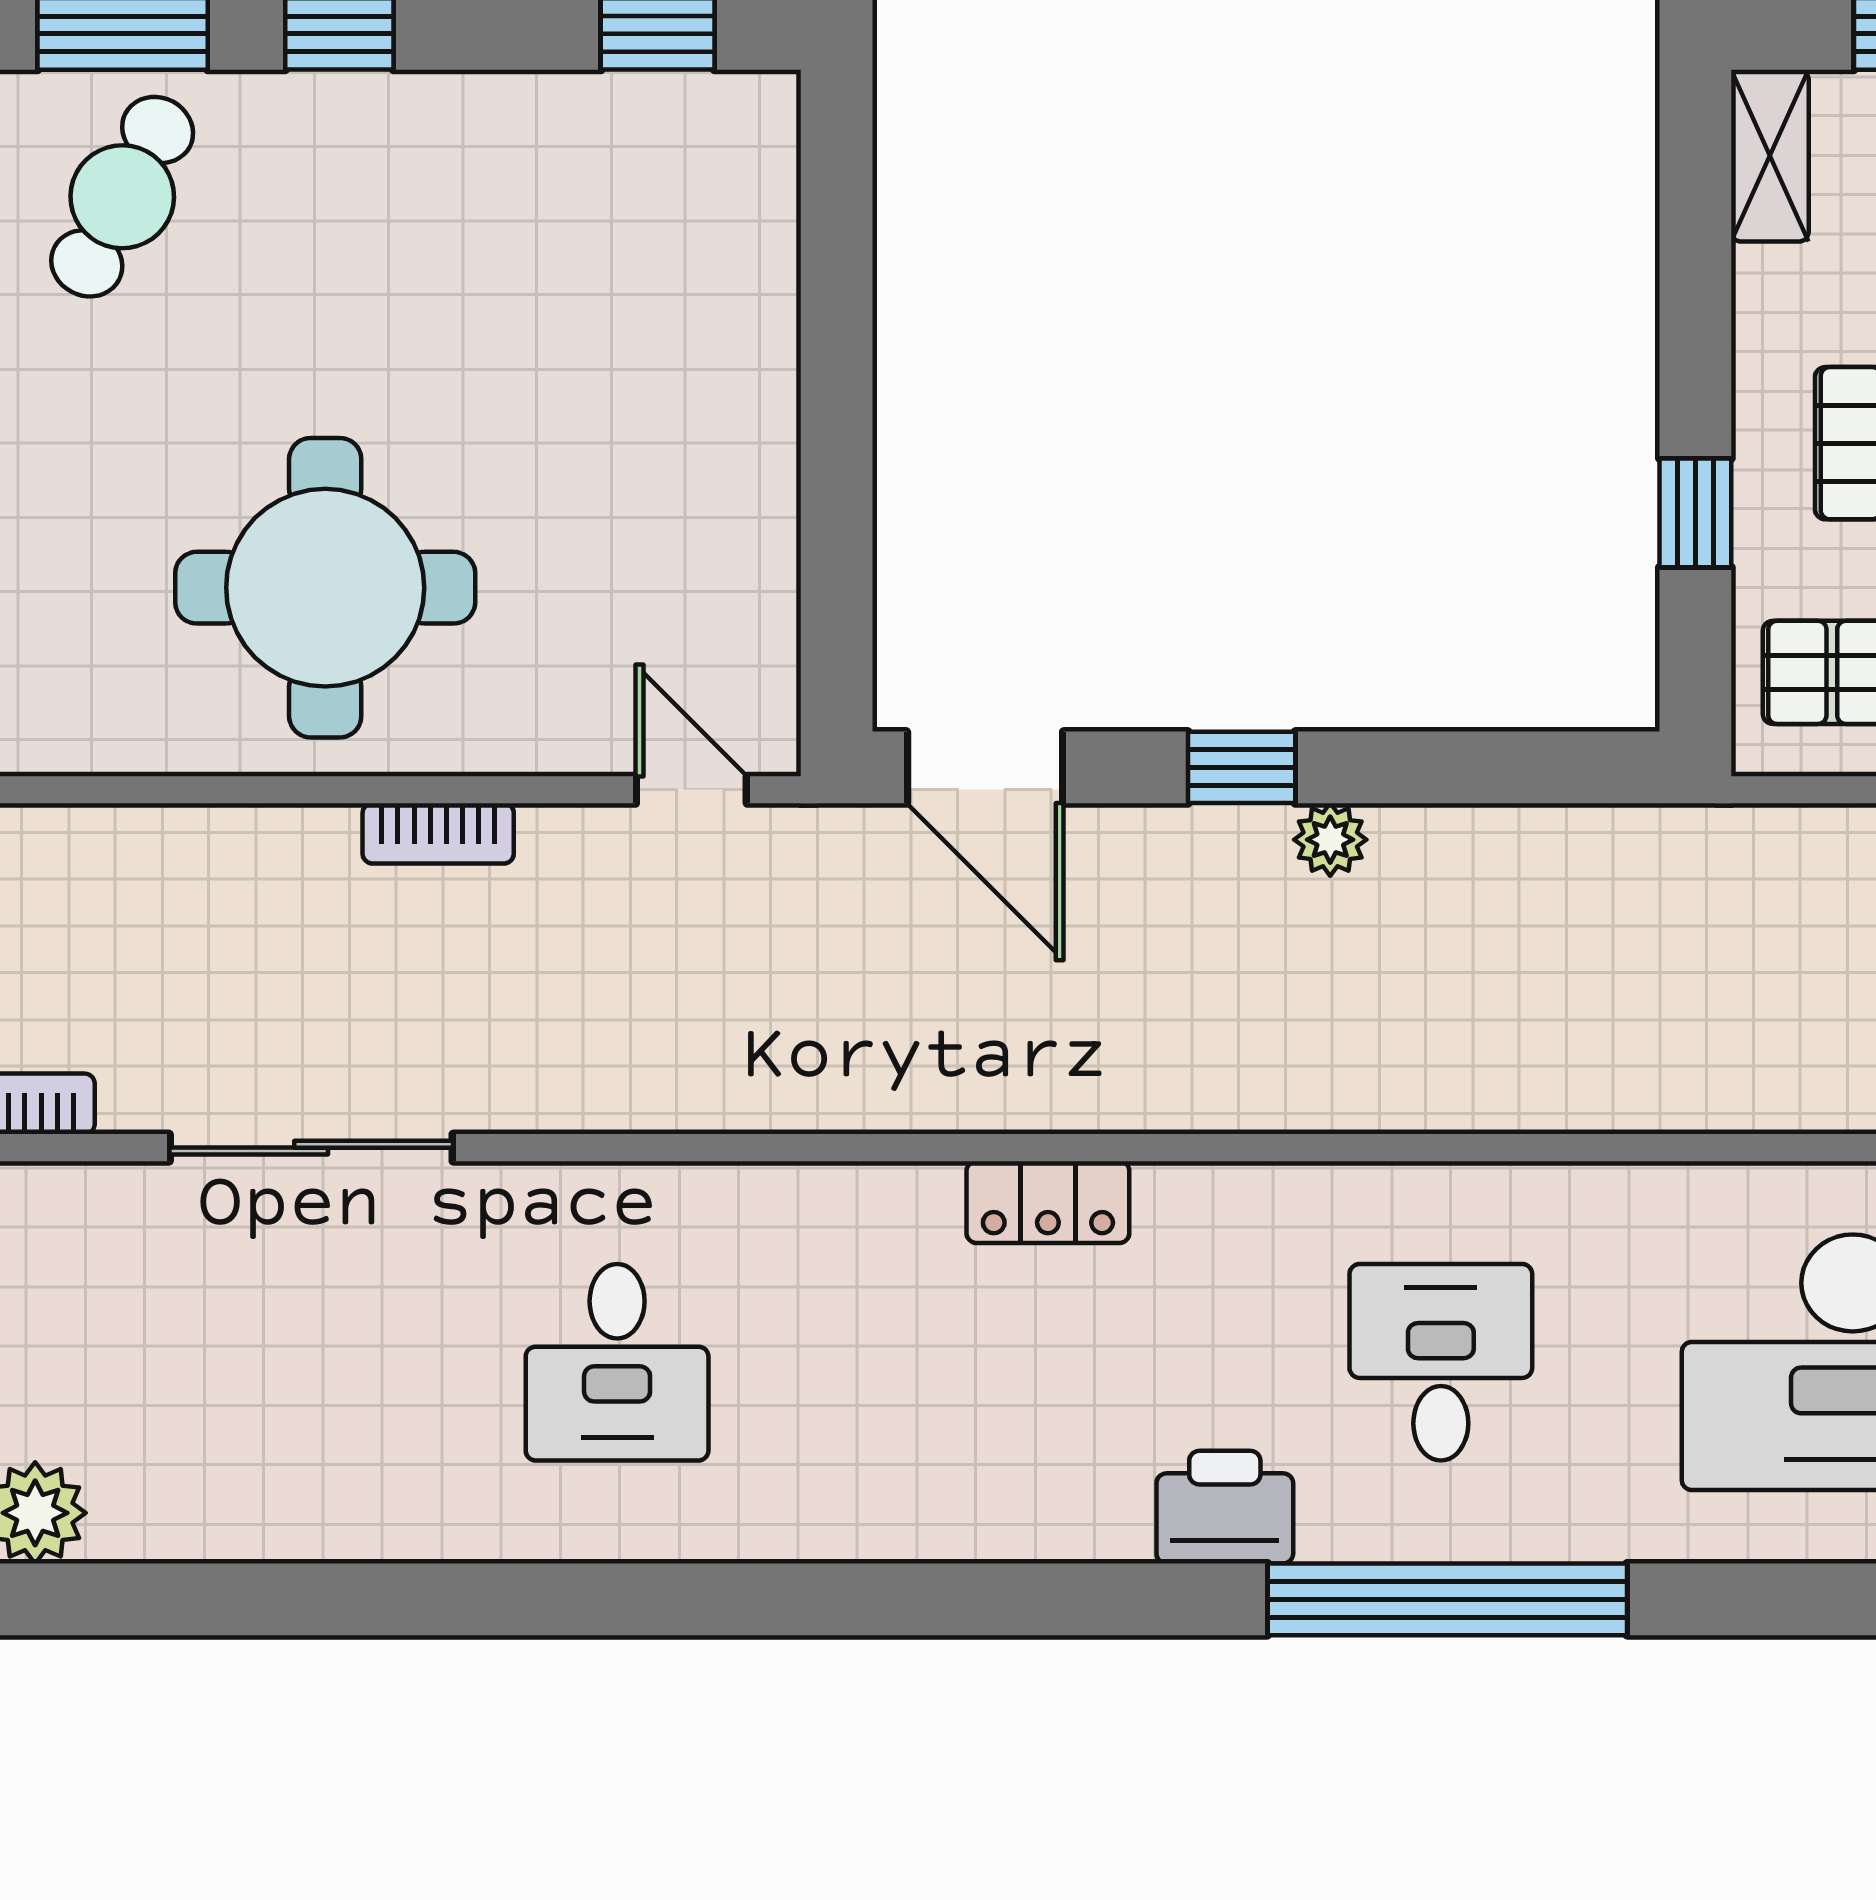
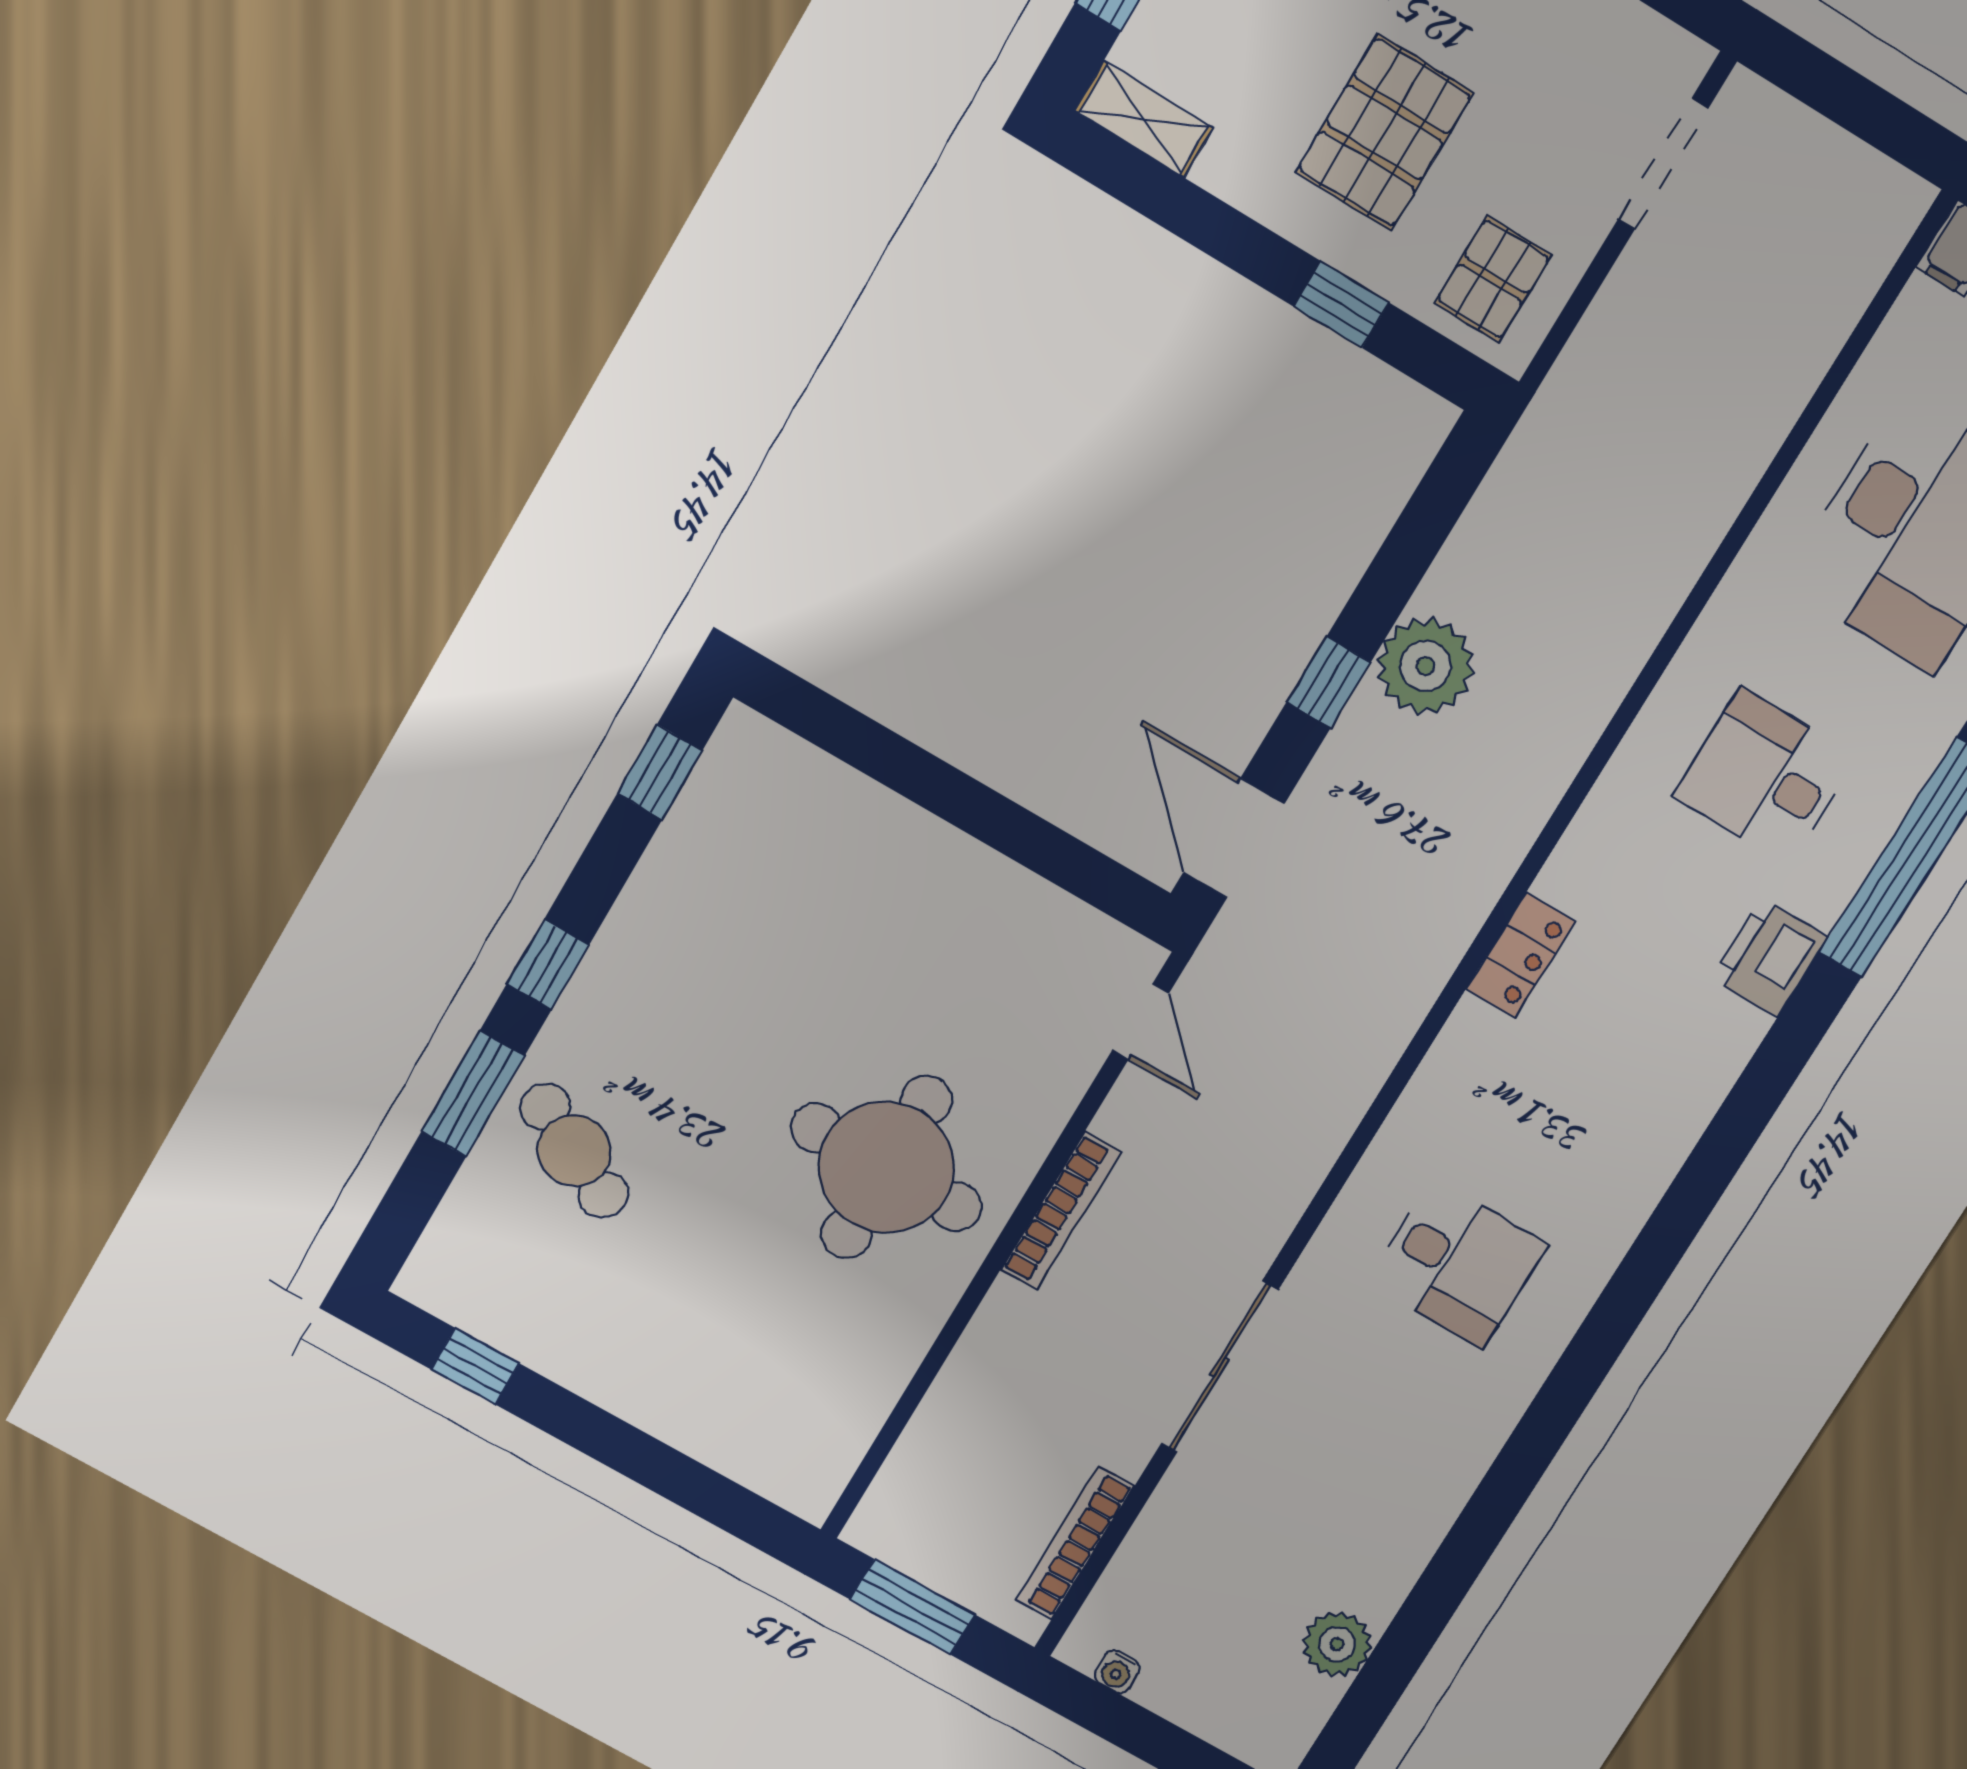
door: (985, 767) -> (1234, 838), swing flipped
door: (691, 790) -> (1140, 1022), swing flipped
bookcase: (438, 833) -> (1061, 1211), width x1.56
plant: (1330, 840) -> (1426, 666), width x1.88, depth x1.88

